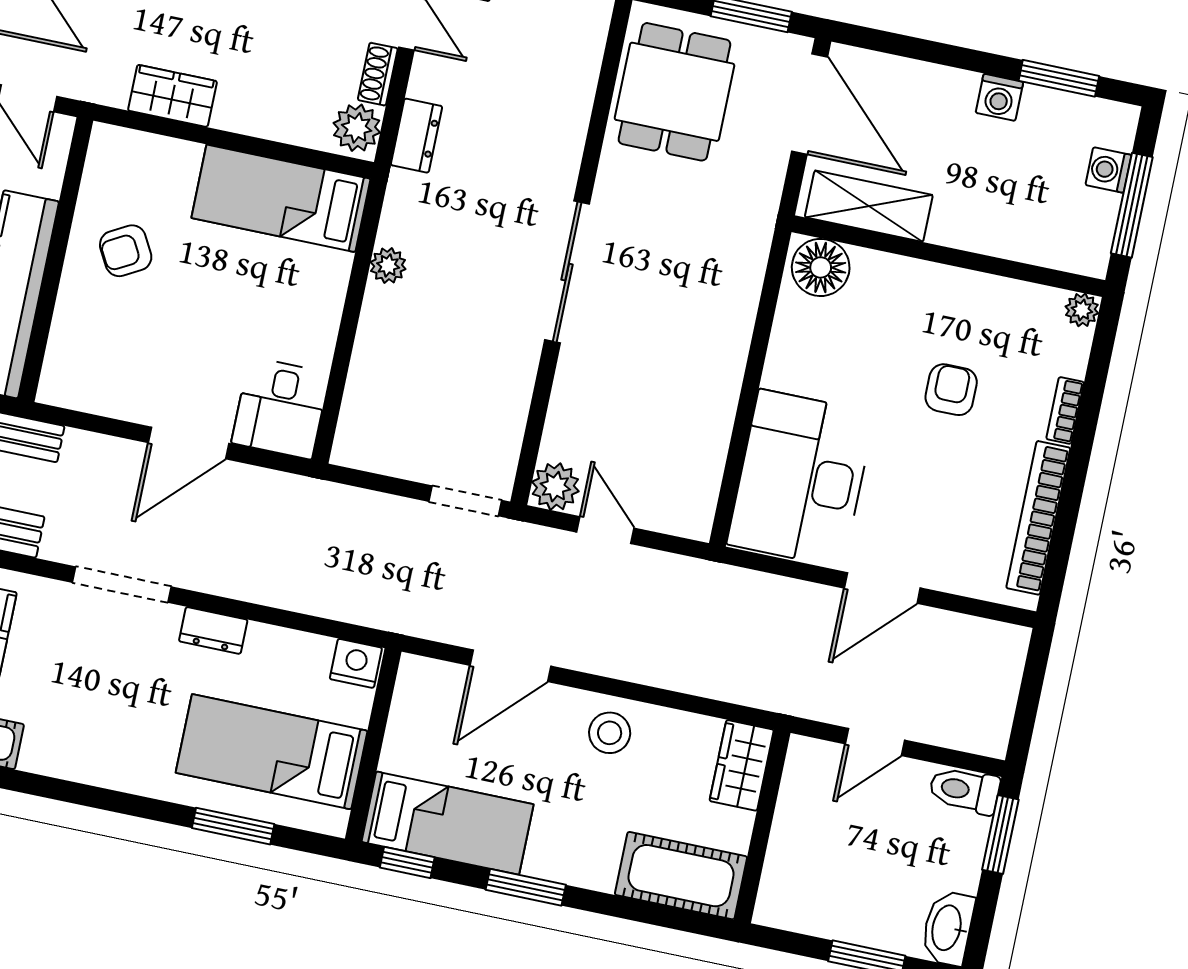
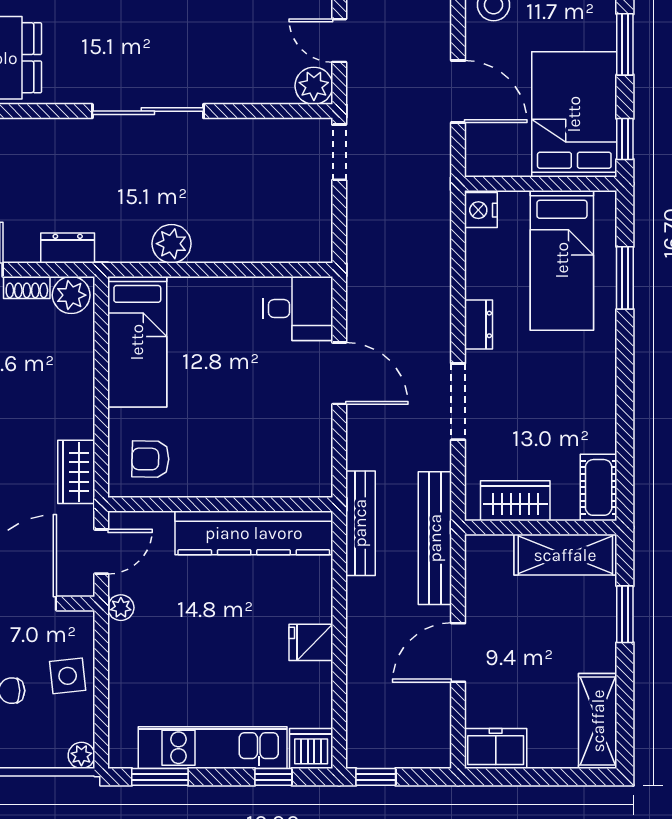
wardrobe: (172, 96) -> (76, 472), moved
armchair: (126, 251) -> (150, 459), moved, turned 120
plant: (388, 266) -> (172, 244), width x1.38, depth x1.38
door: (605, 530) -> (339, 41), hinge flipped
bed: (448, 823) -> (574, 114), width x1.50

